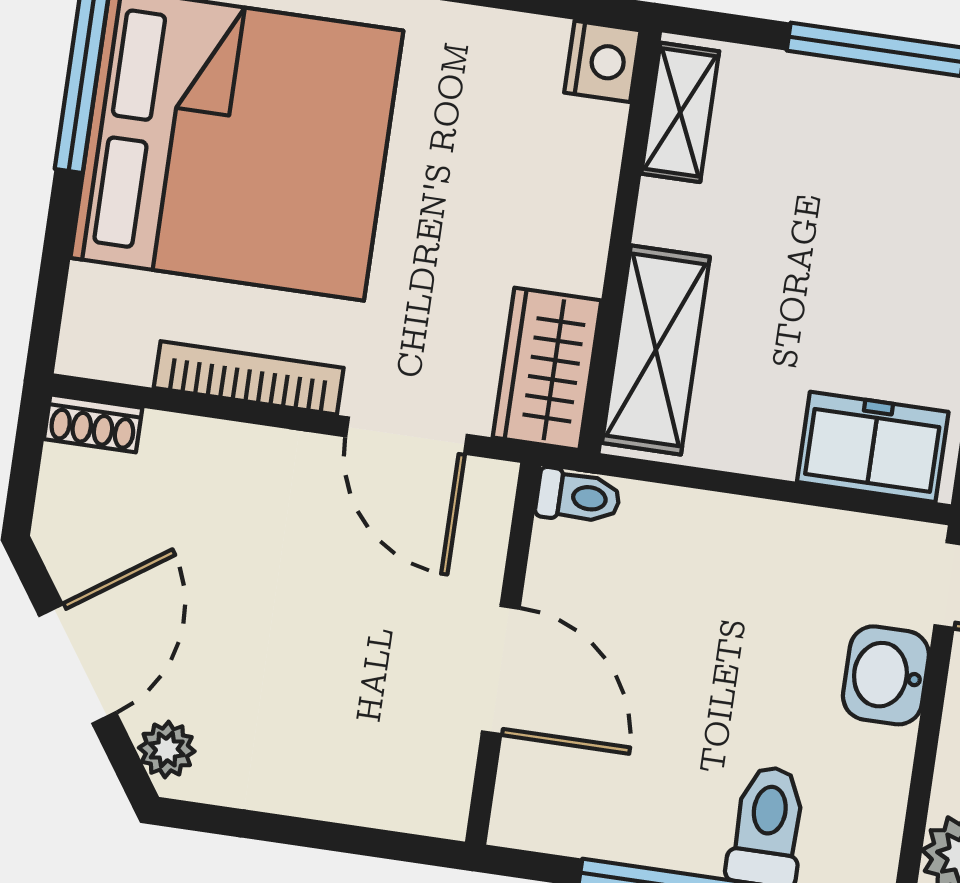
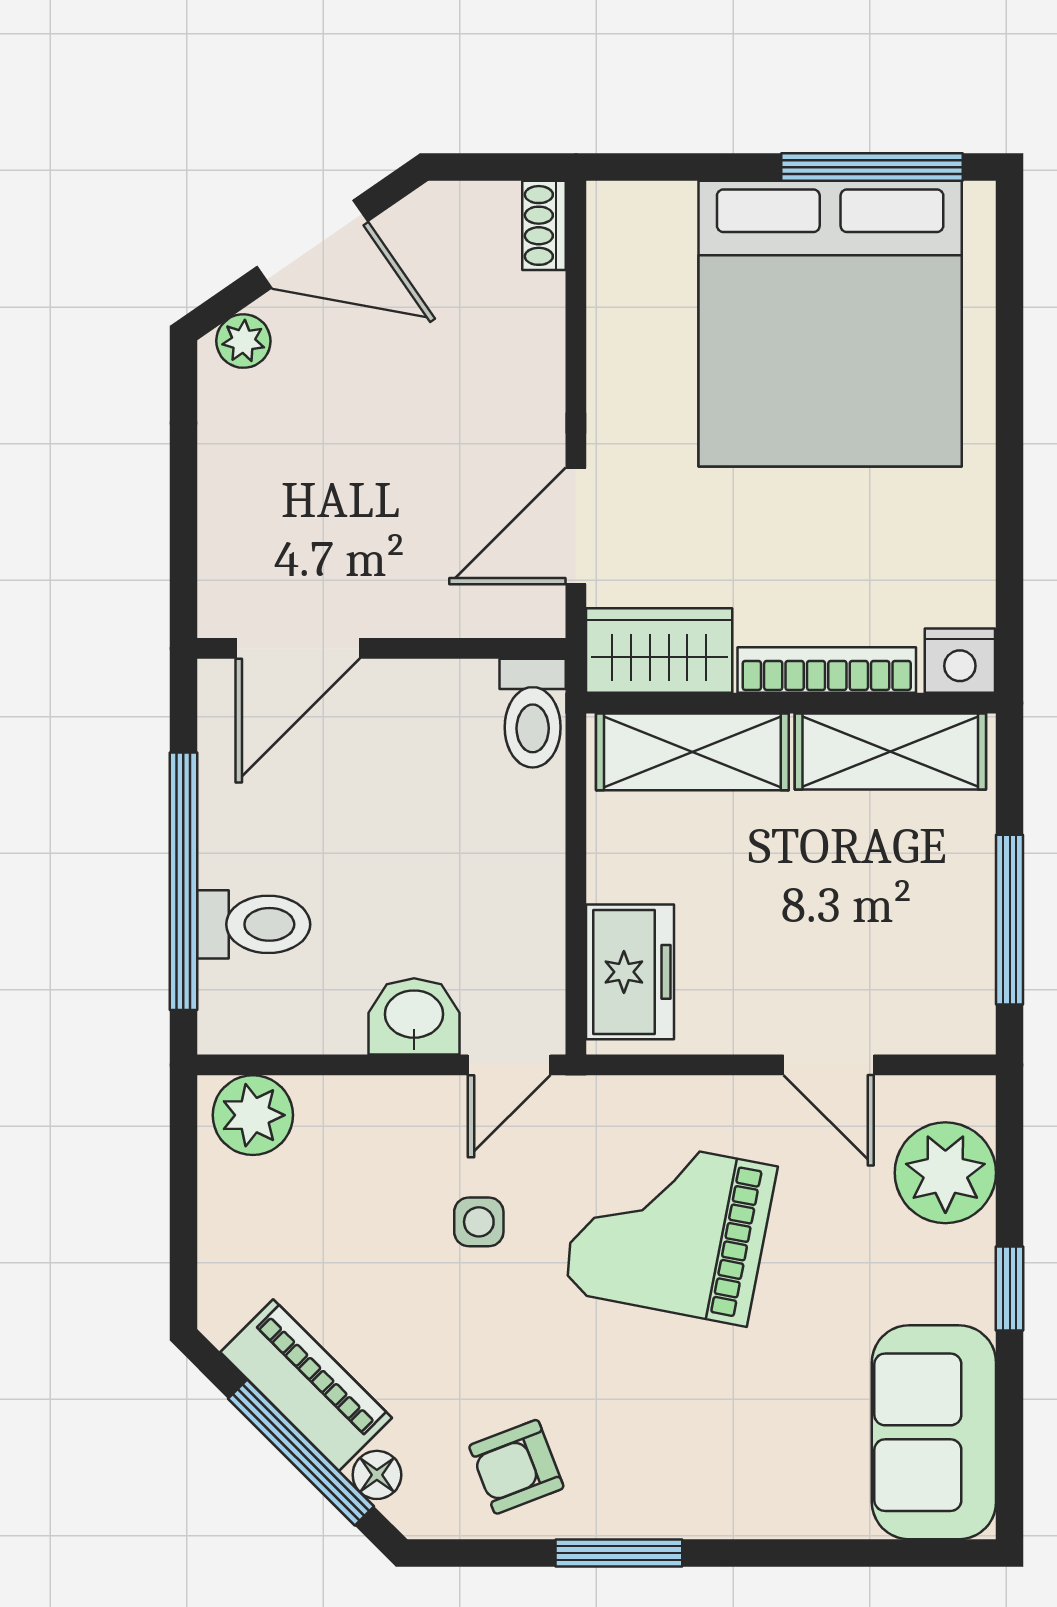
shelving: (680, 112) -> (890, 751), width x1.50, depth x1.33
bookcase: (249, 378) -> (827, 670), moved, turned -90
toilet: (578, 497) -> (533, 713), width x1.37, depth x1.39
door: (501, 670) -> (298, 648), moved

